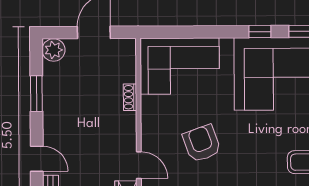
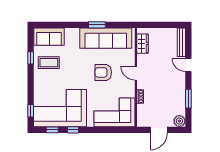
armchair: (202, 143) -> (103, 72), turned 110
door: (139, 165) -> (136, 73), moved

